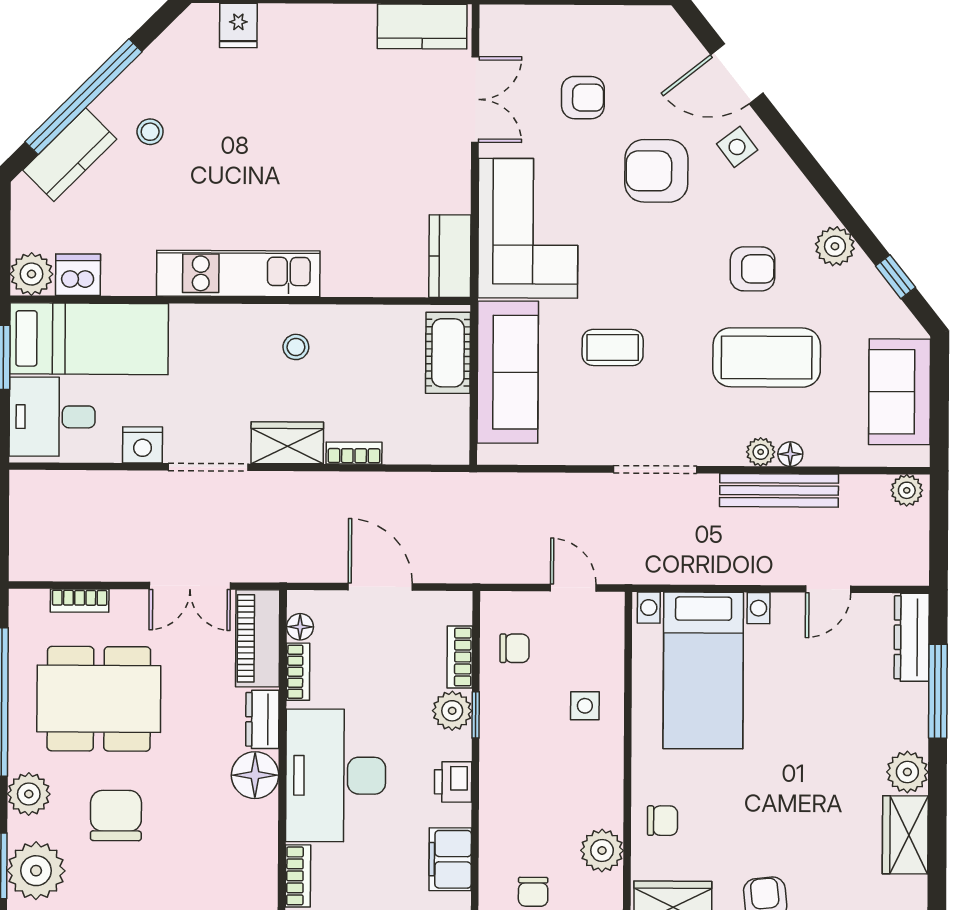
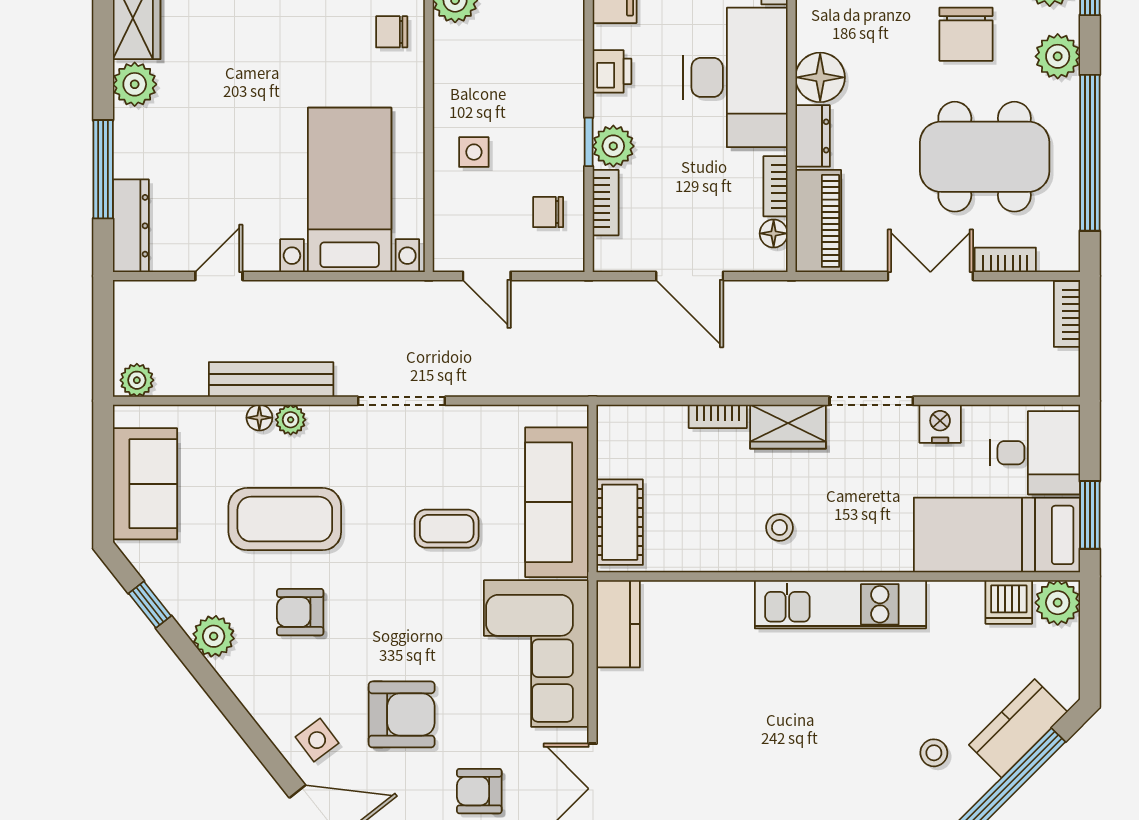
bookcase: (21, 549) -> (1067, 314), added
double door: (190, 586) -> (930, 276), moved

